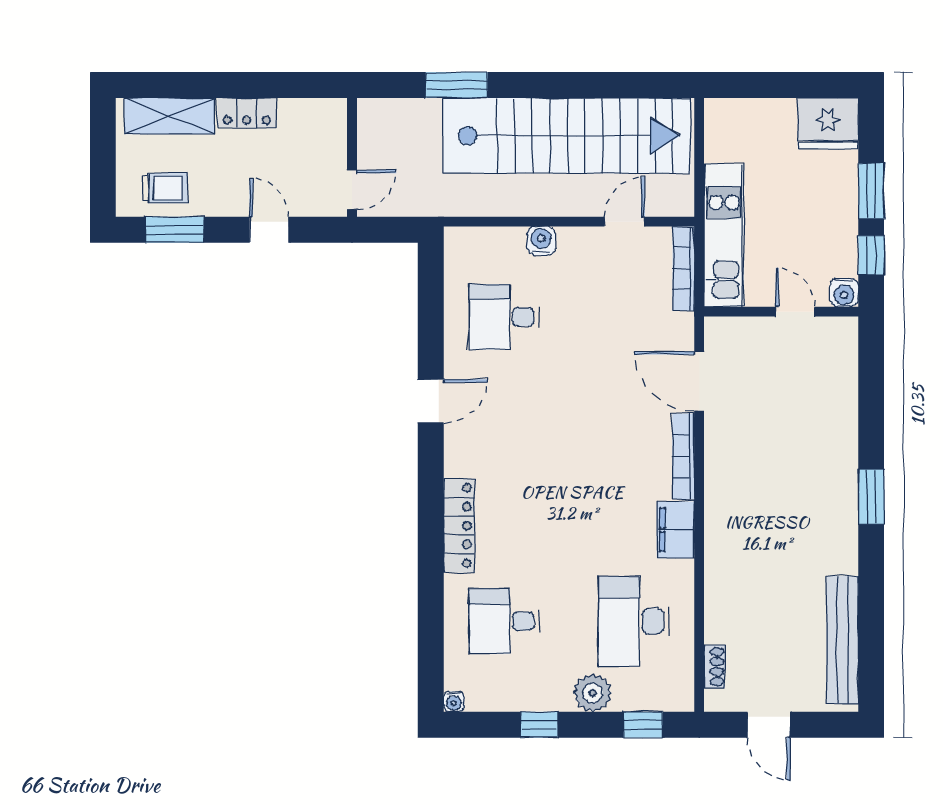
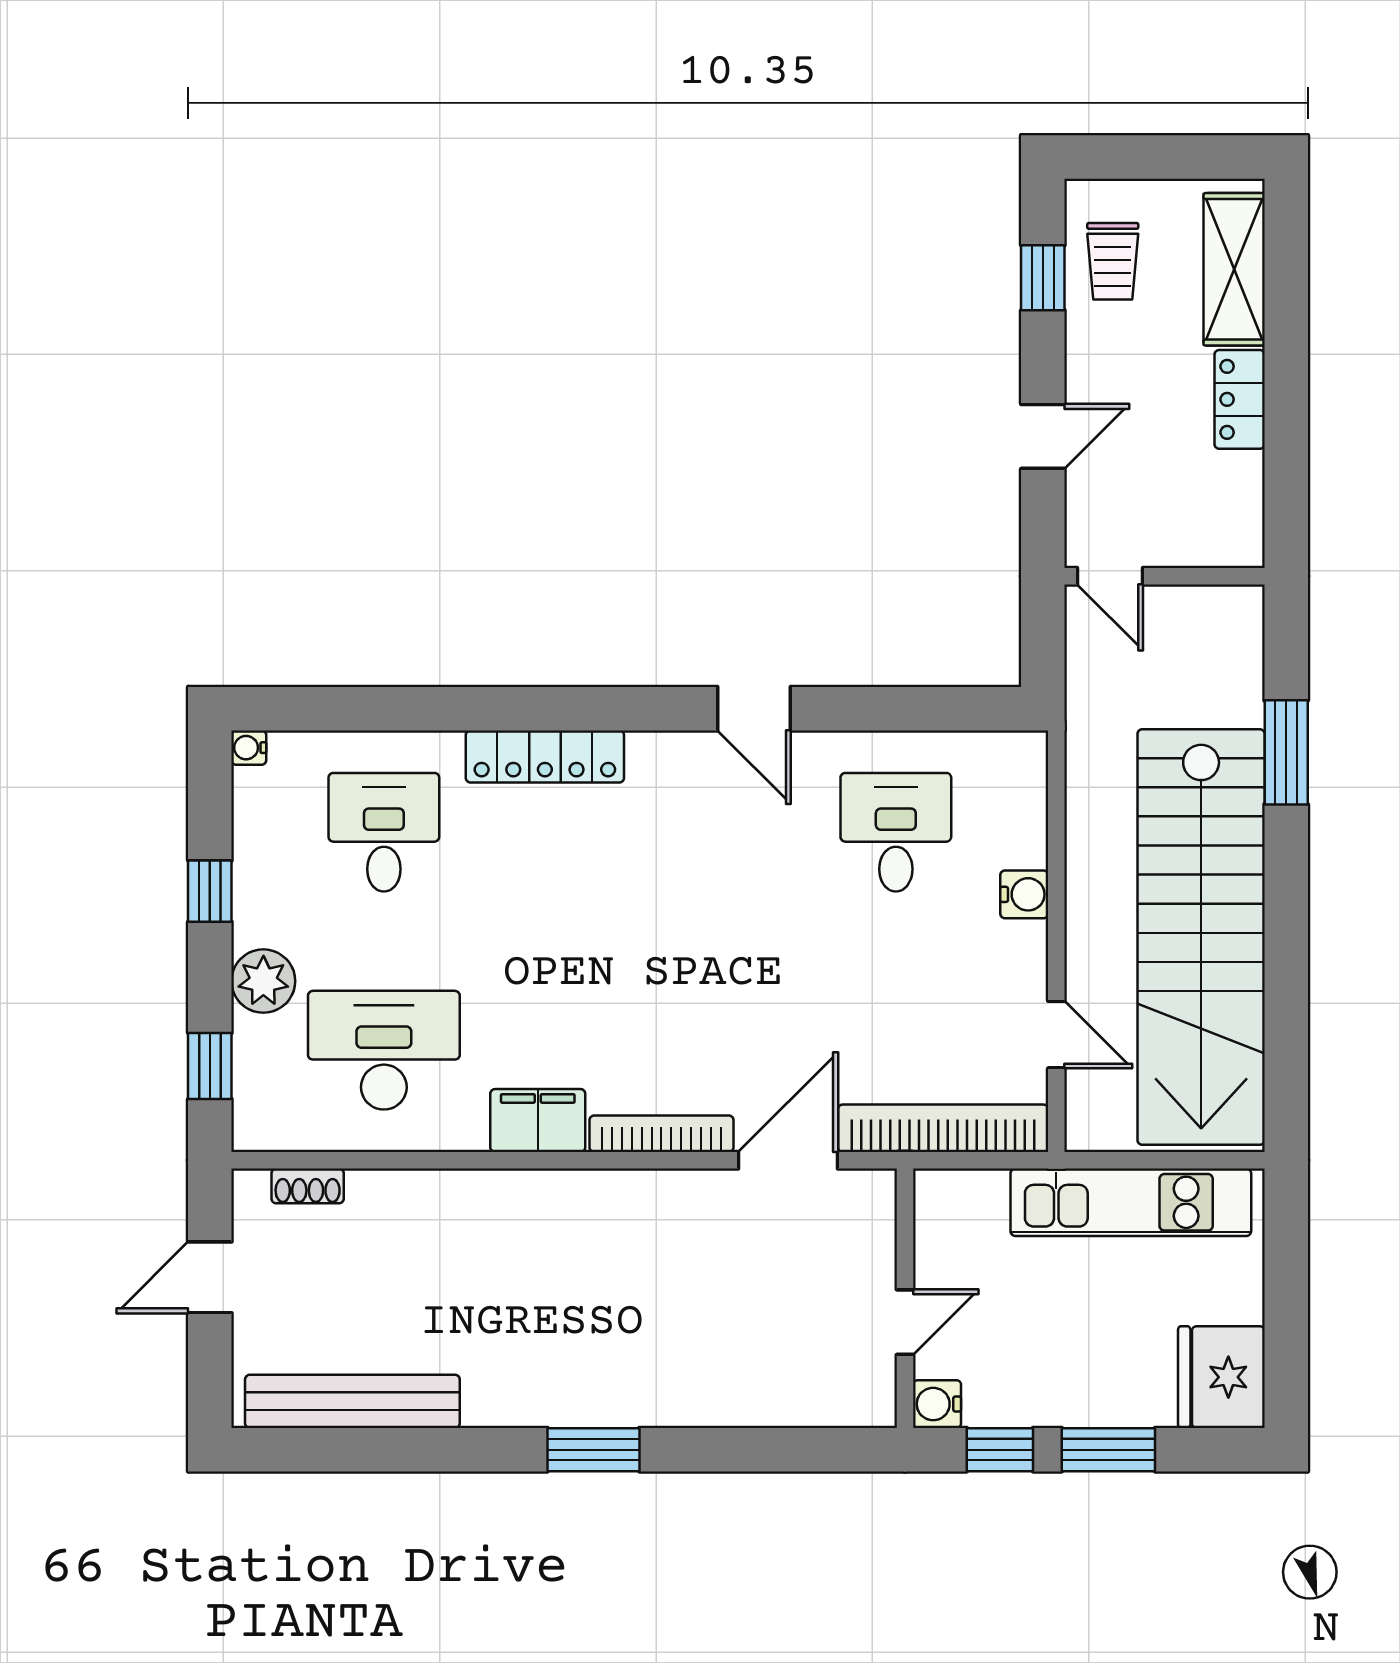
window: (175, 230) -> (1043, 278), width x0.67
kitchen unit: (724, 235) -> (1131, 1202), moved
bookcase: (684, 269) -> (943, 1128), width x1.48, depth x1.31

